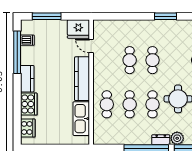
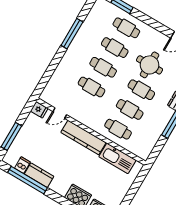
window: (166, 16) -> (72, 34), width x1.44
fridge: (78, 29) -> (39, 110), width x0.53, depth x0.75
cafe table: (175, 60) -> (115, 48), added
kitchen counter: (27, 79) -> (39, 175), moved

